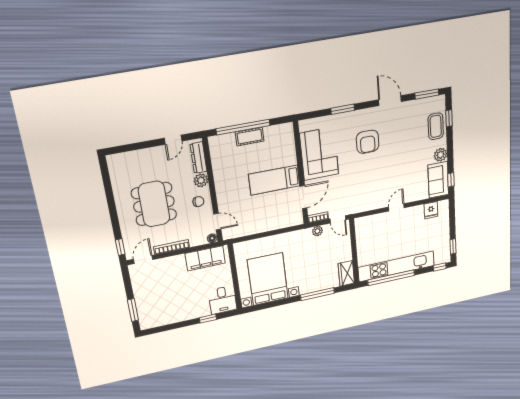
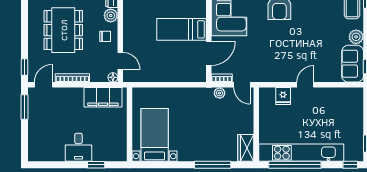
fridge: (431, 210) -> (283, 96), moved
bed with nightstands: (268, 279) -> (155, 135), width x0.73
desk: (223, 300) -> (78, 147), moved
window: (133, 310) -> (24, 107), moved

